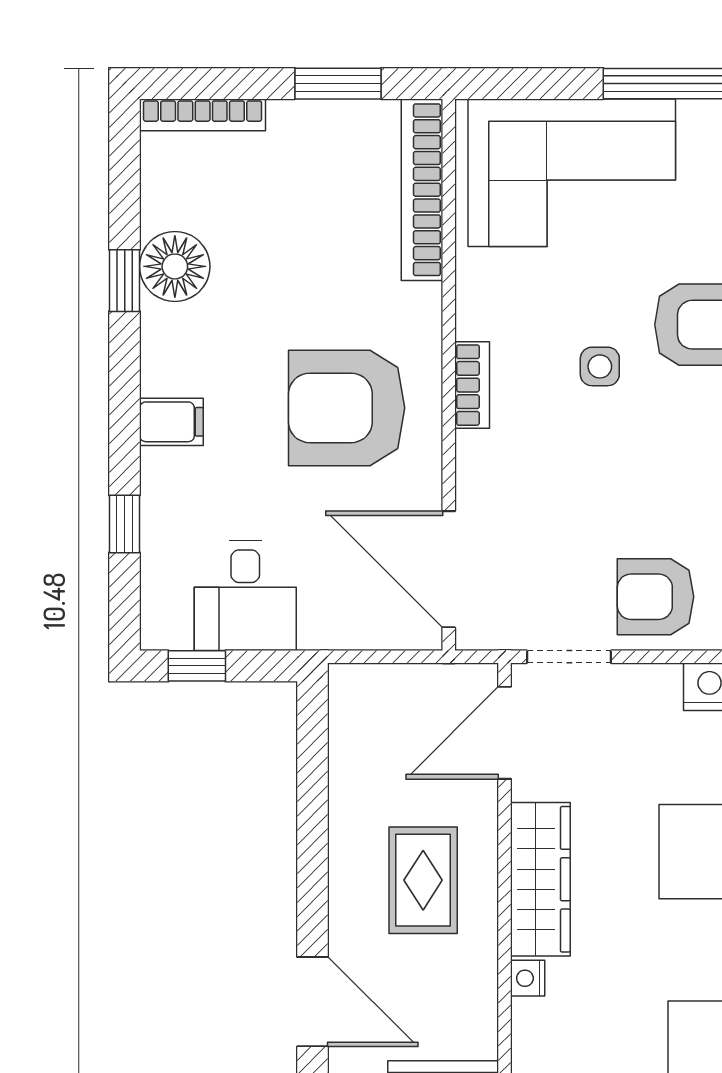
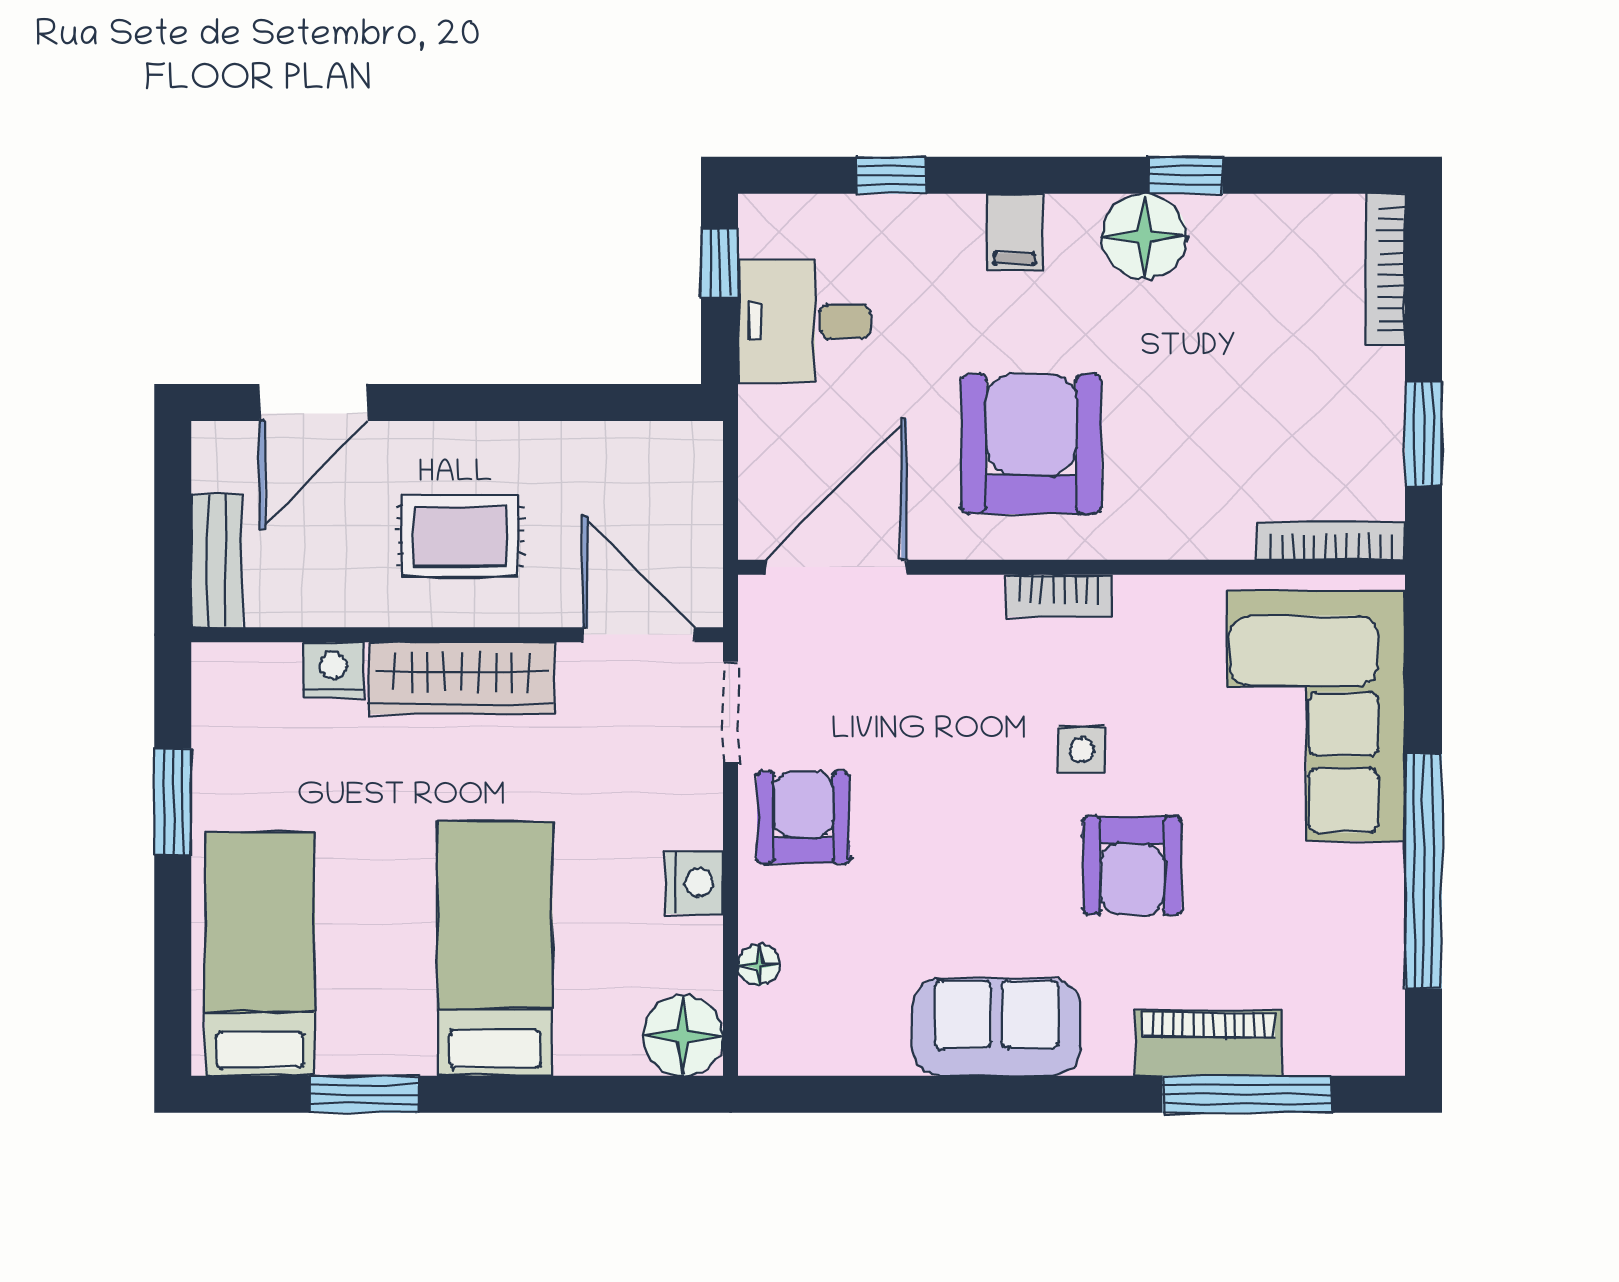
bookcase: (422, 190) -> (1331, 541), width x0.68, depth x0.76
floor lamp: (175, 266) -> (1144, 236), moved
nightstand: (528, 978) -> (333, 670), width x1.39, depth x1.35

